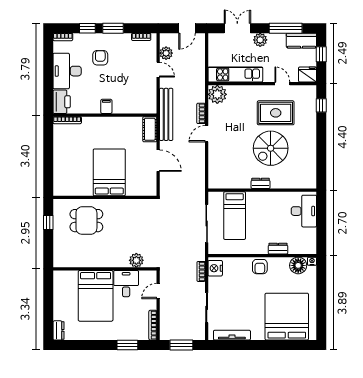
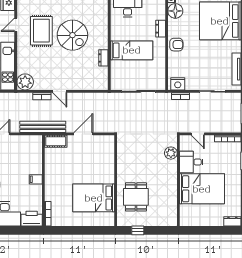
bed: (109, 172) -> (94, 198), moved
dresser: (261, 183) -> (103, 58), moved
bed: (235, 216) -> (132, 50), moved

